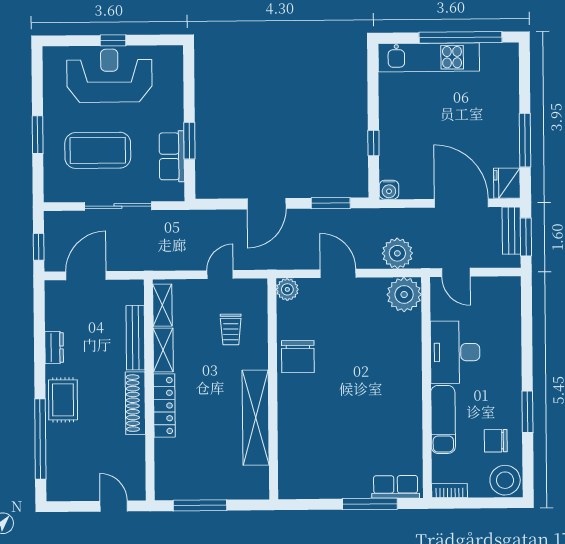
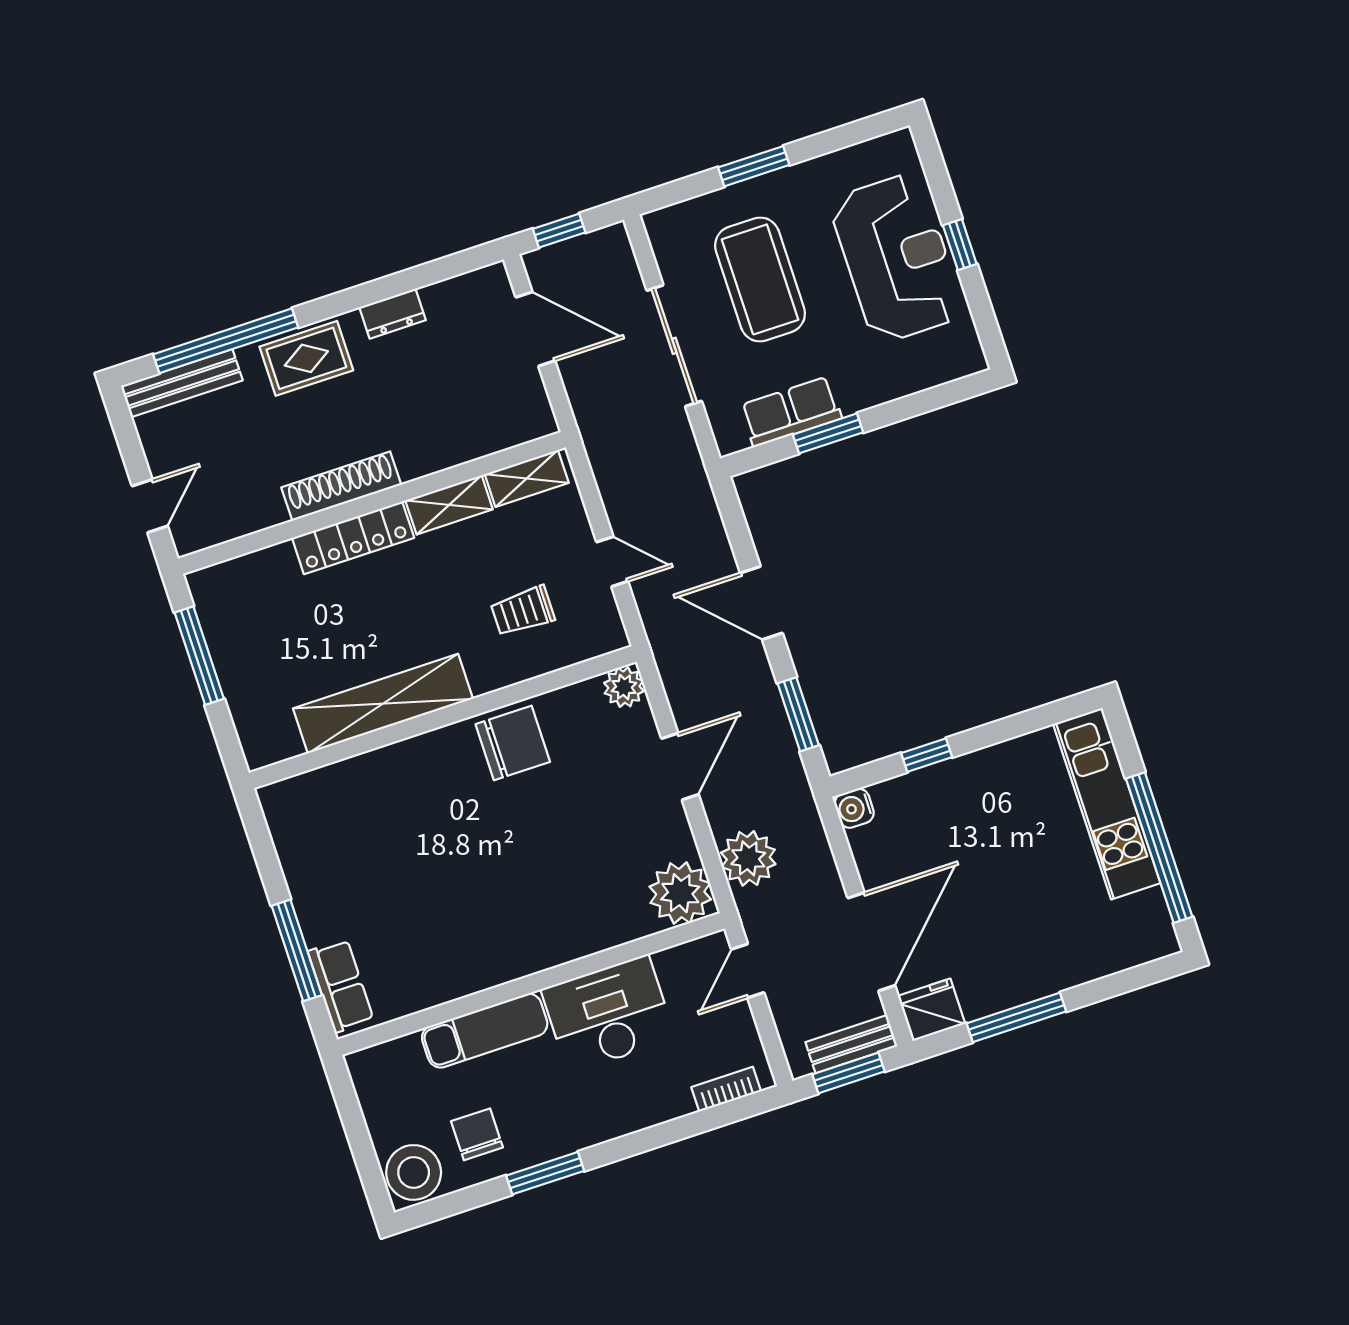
bench: (135, 338) -> (182, 383), moved
chair: (298, 357) -> (513, 743), turned 180
bookcase: (450, 491) -> (726, 1089), moved, turned -90

